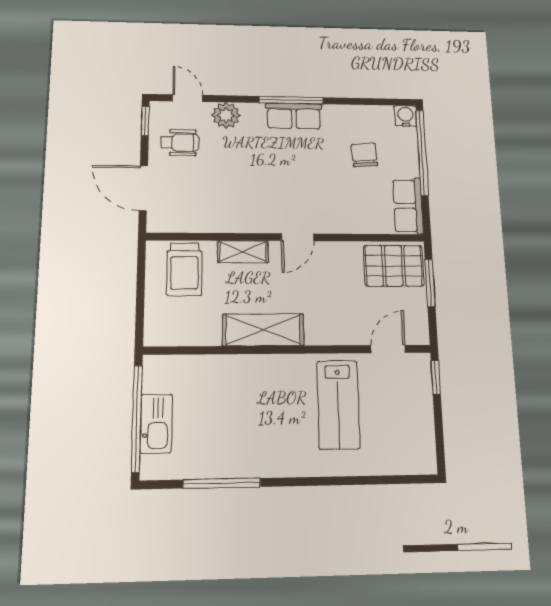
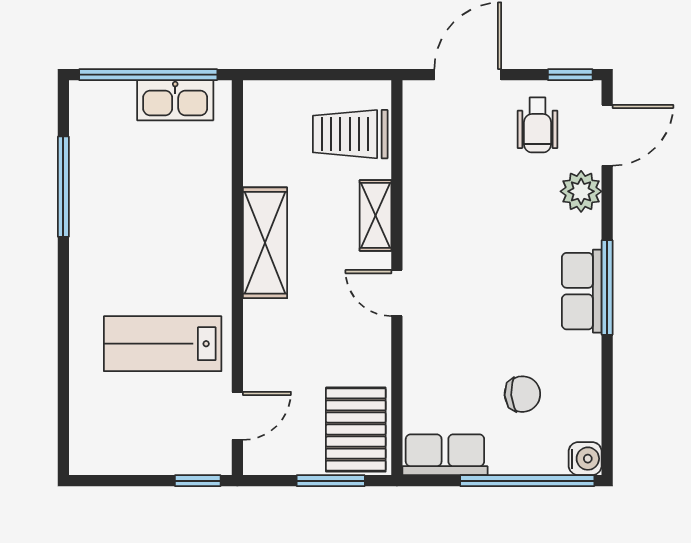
door: (188, 98) -> (607, 135), width x1.38
door: (388, 349) -> (237, 416), hinge flipped
kitchen sink: (156, 424) -> (175, 100), moved

